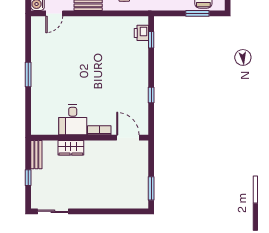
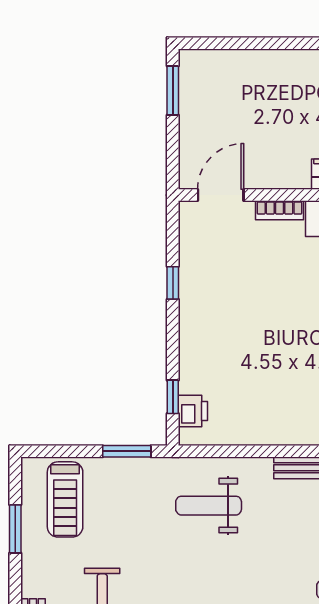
window: (197, 13) -> (127, 451), moved
door: (128, 138) -> (221, 195), swing flipped

